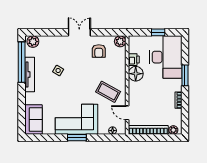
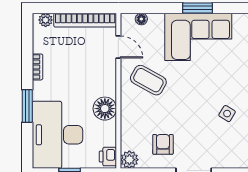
printer: (134, 60) -> (108, 157), moved

